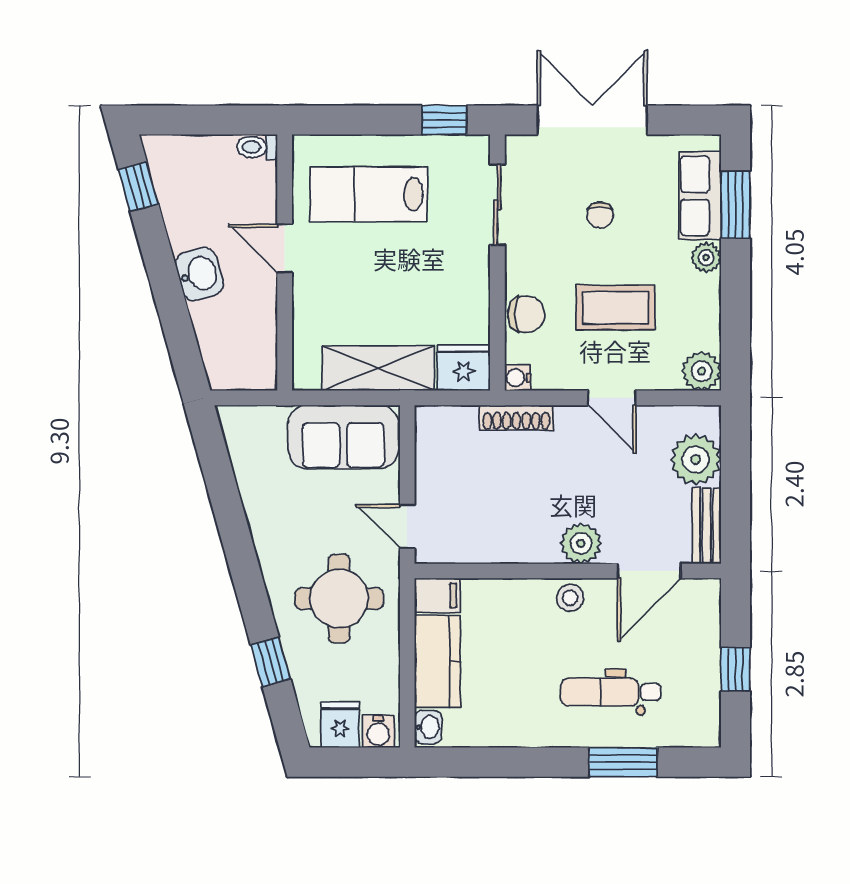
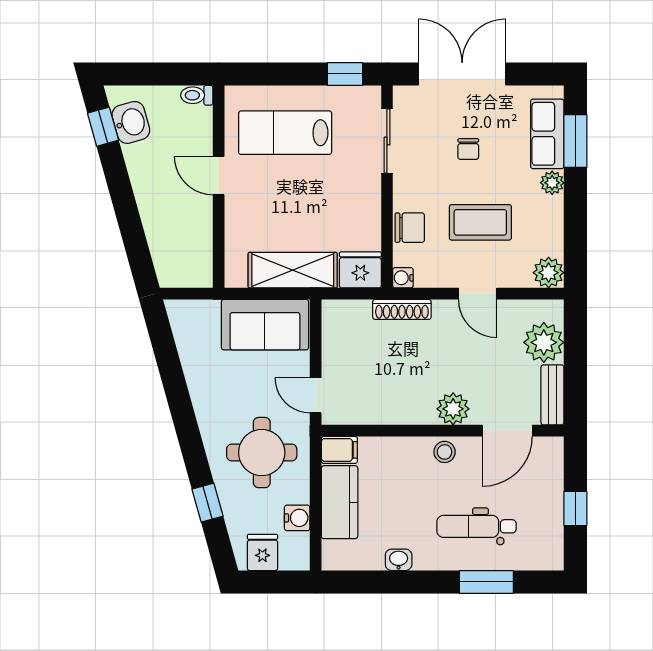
washbasin: (199, 274) -> (131, 122), moved
washbasin: (428, 727) -> (399, 560), moved, turned -90
water cooler: (378, 732) -> (297, 518), moved, turned -90

